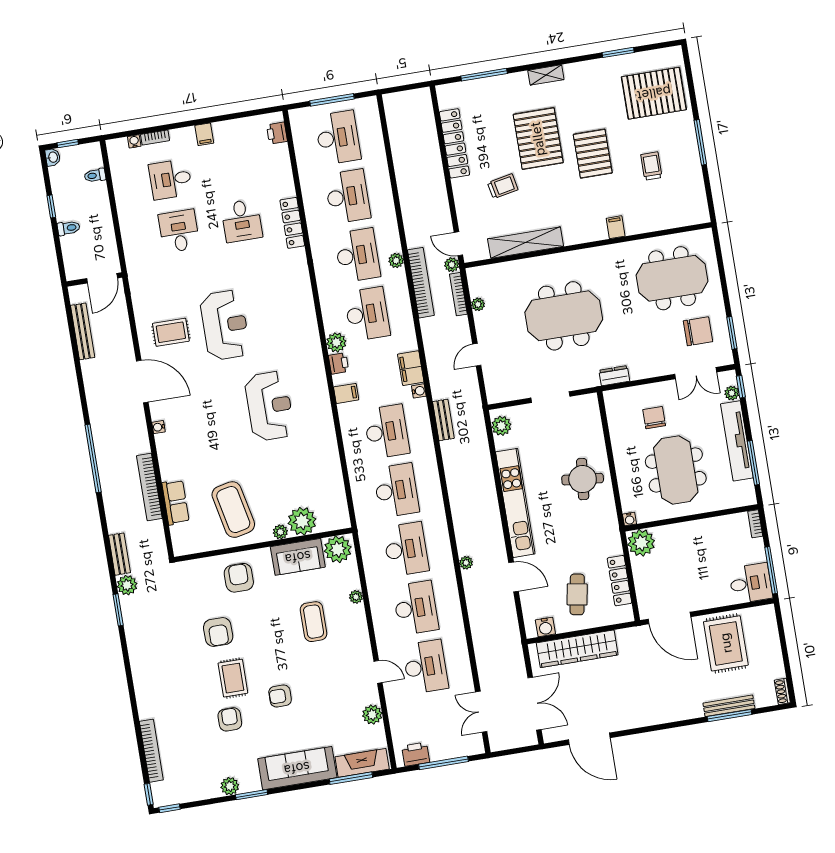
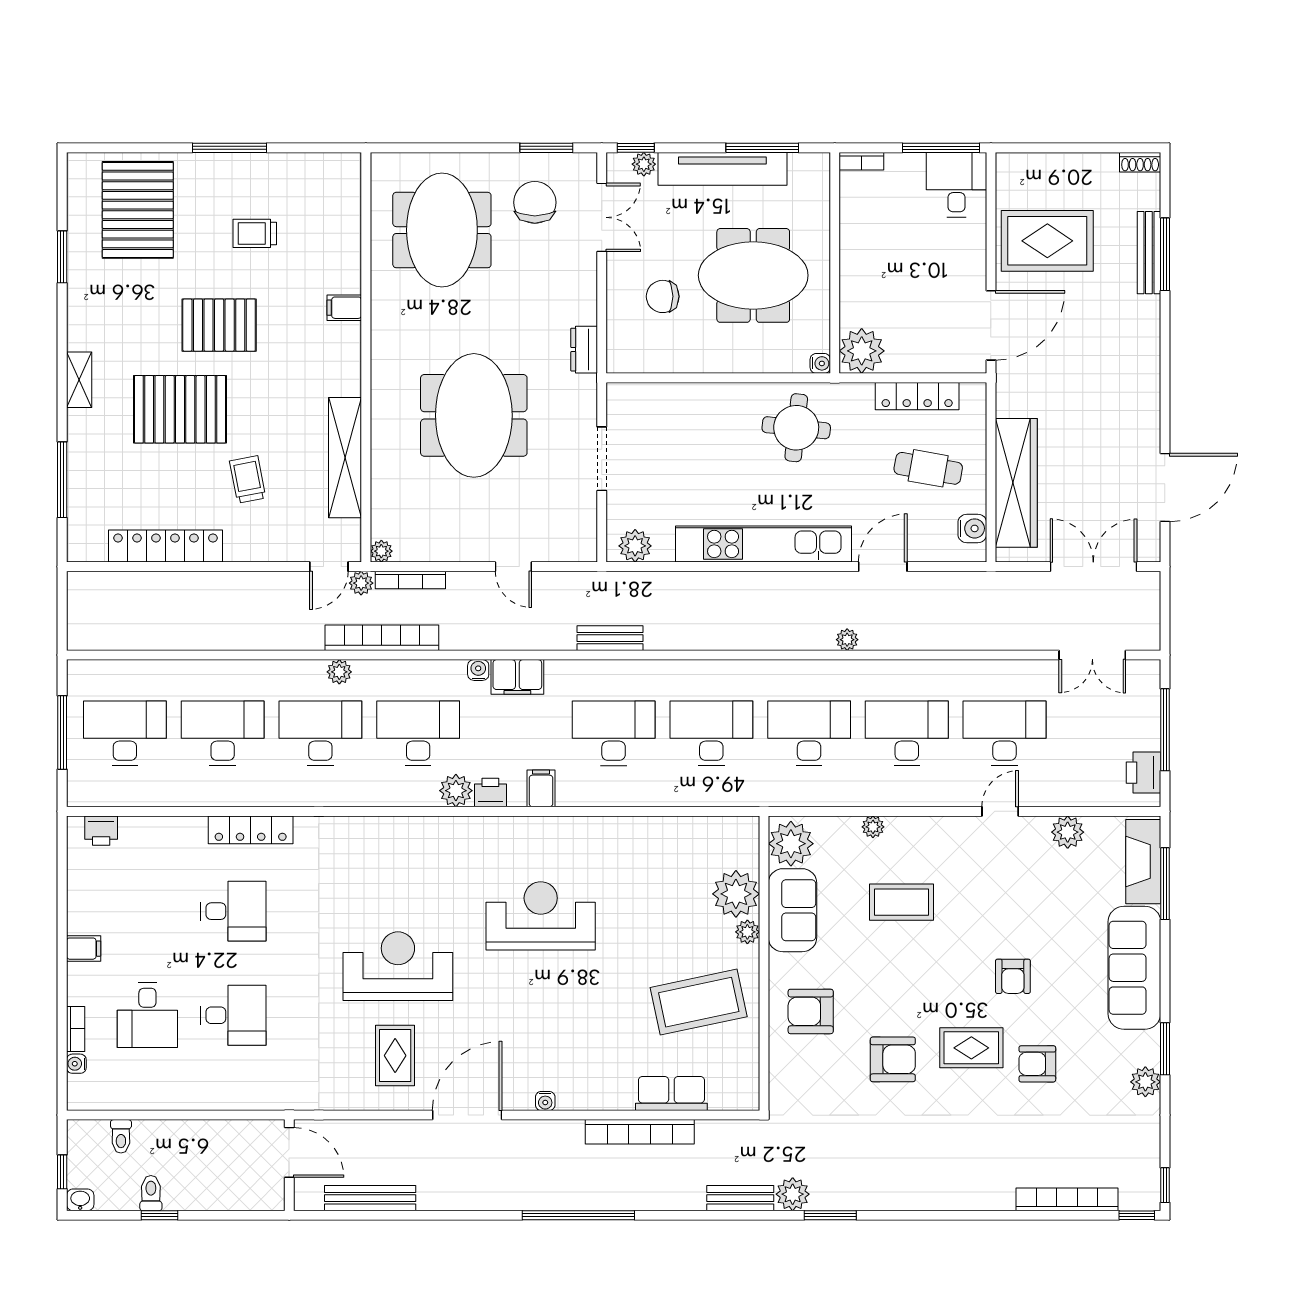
toilet: (69, 228) -> (151, 1193), moved
desk: (179, 231) -> (233, 1015), turned 180
plant: (478, 304) -> (381, 551), moved
water cooler: (419, 391) -> (478, 670), moved
round table: (583, 479) -> (796, 428), moved

